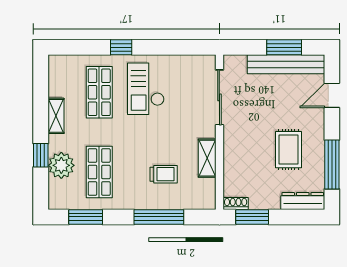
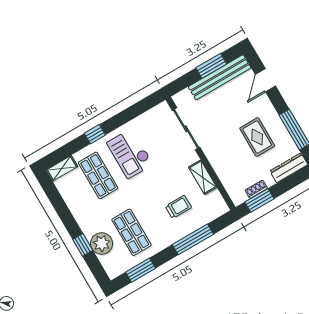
shelving: (56, 116) -> (62, 168), moved, turned 90
shoe rack: (236, 203) -> (256, 189), moved

